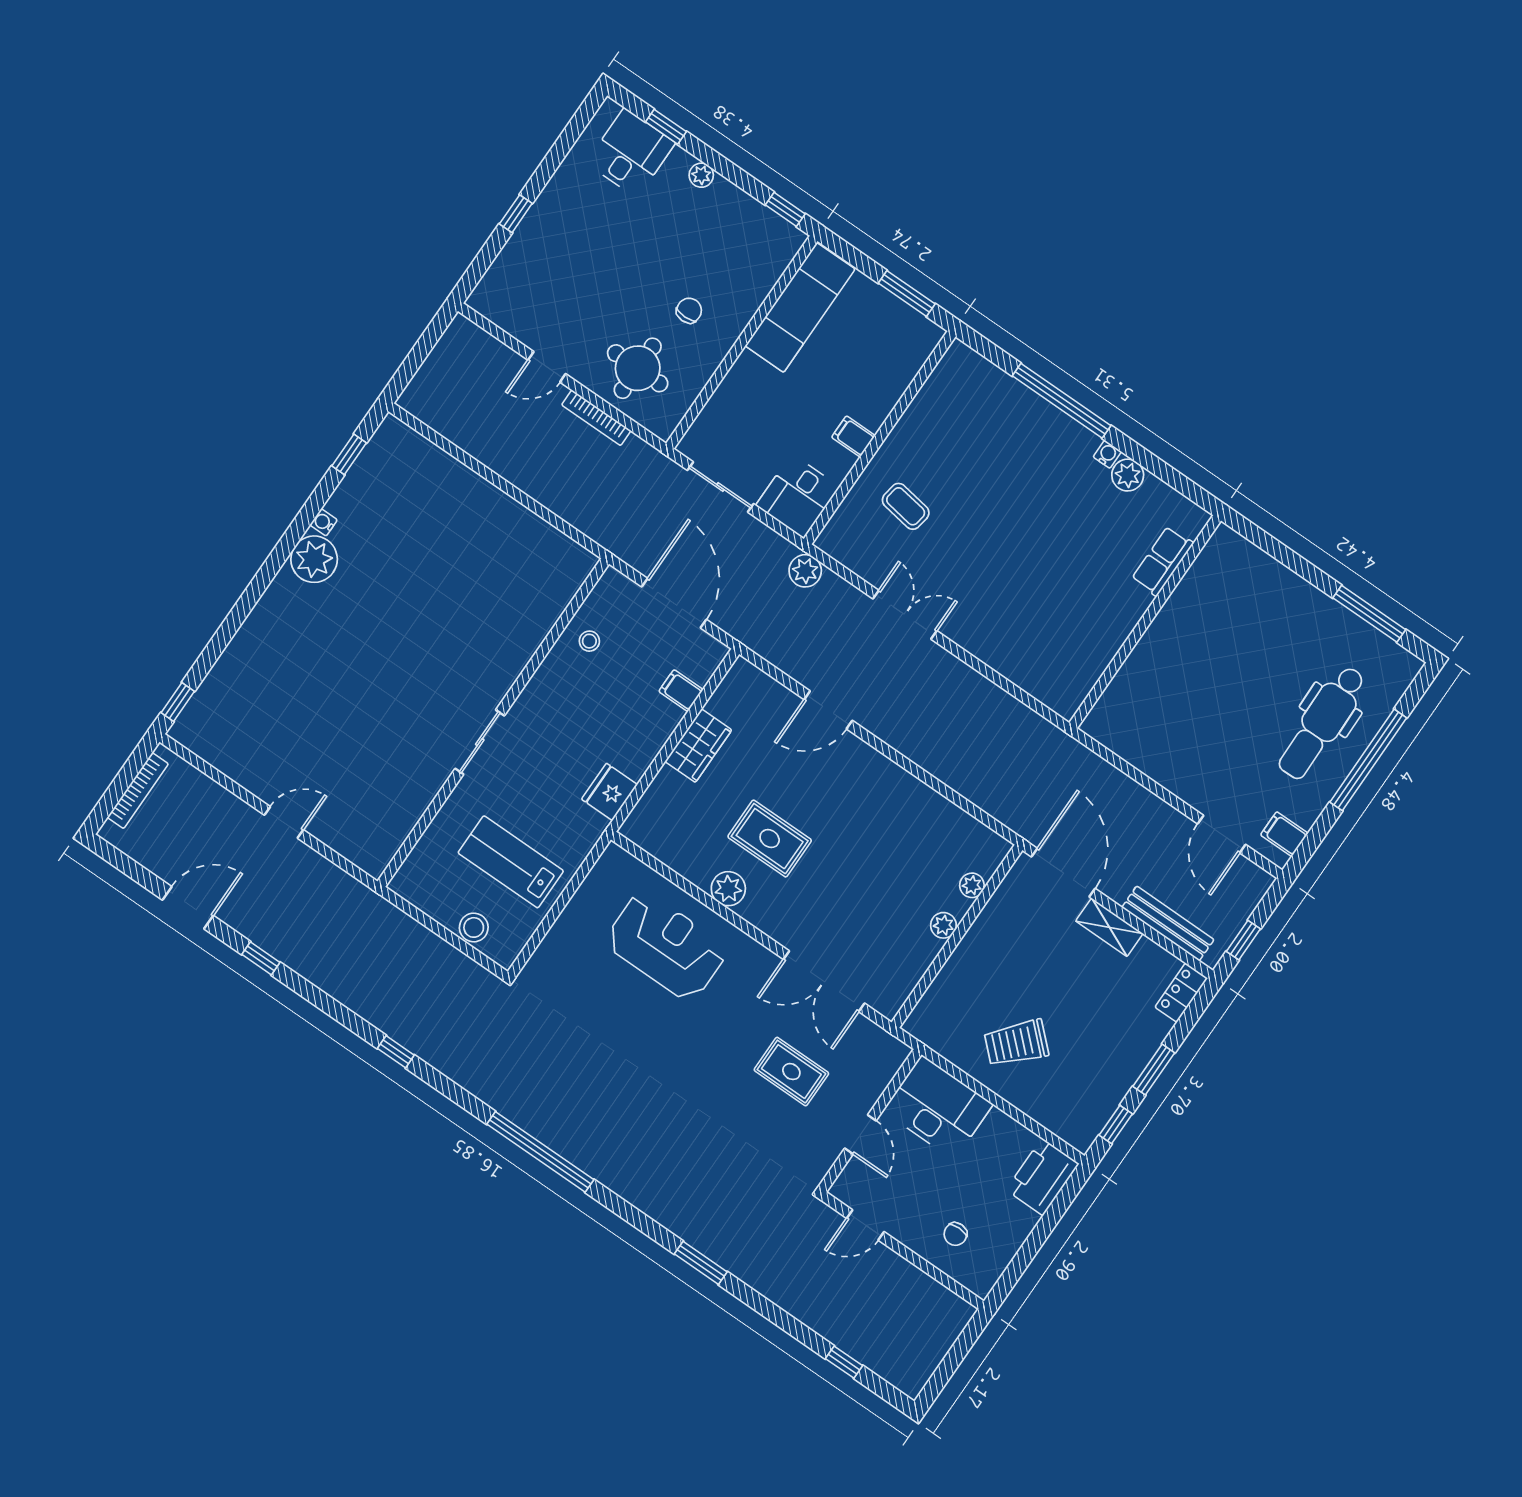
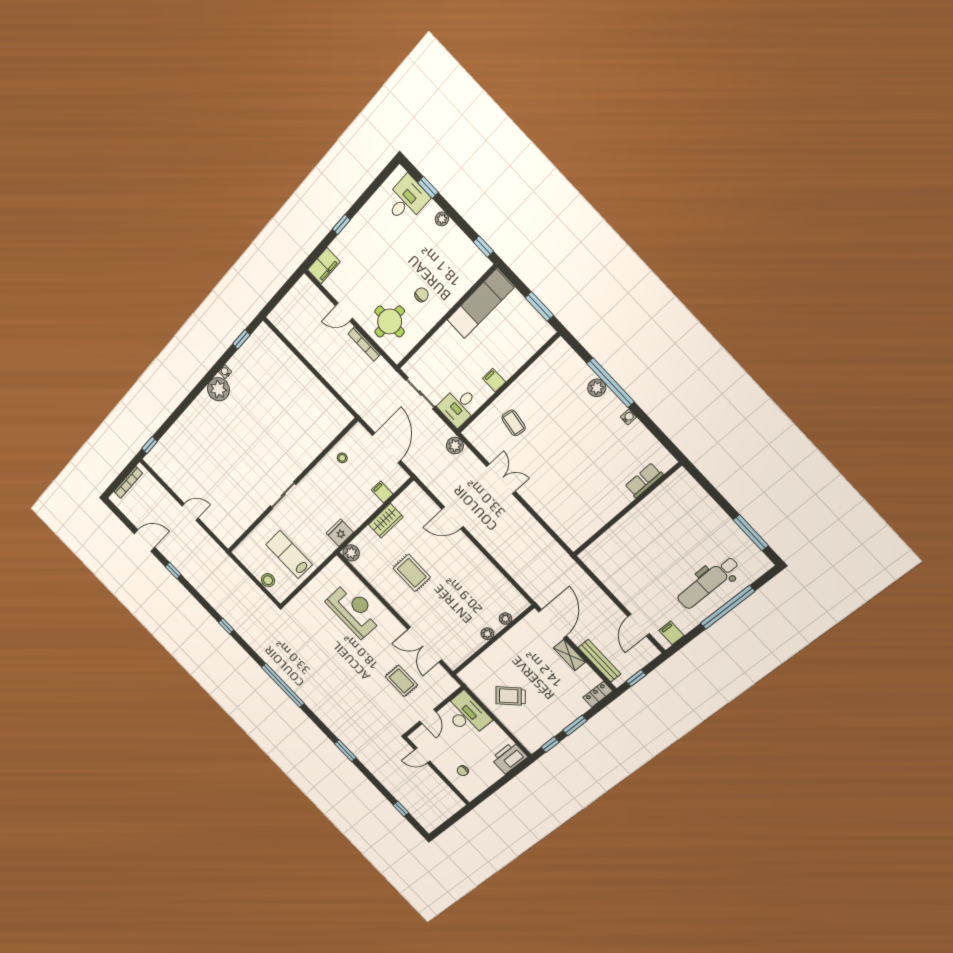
filing cabinet: (494, 291) -> (324, 266), added
plant: (1128, 475) -> (597, 388), moved
plant: (728, 889) -> (351, 553), moved

